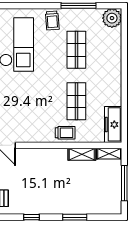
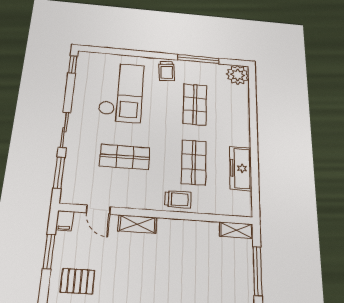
shop shelf: (23, 101) -> (125, 157), added
freezer: (113, 124) -> (241, 168), moved
shelving: (82, 154) -> (137, 224), moved

